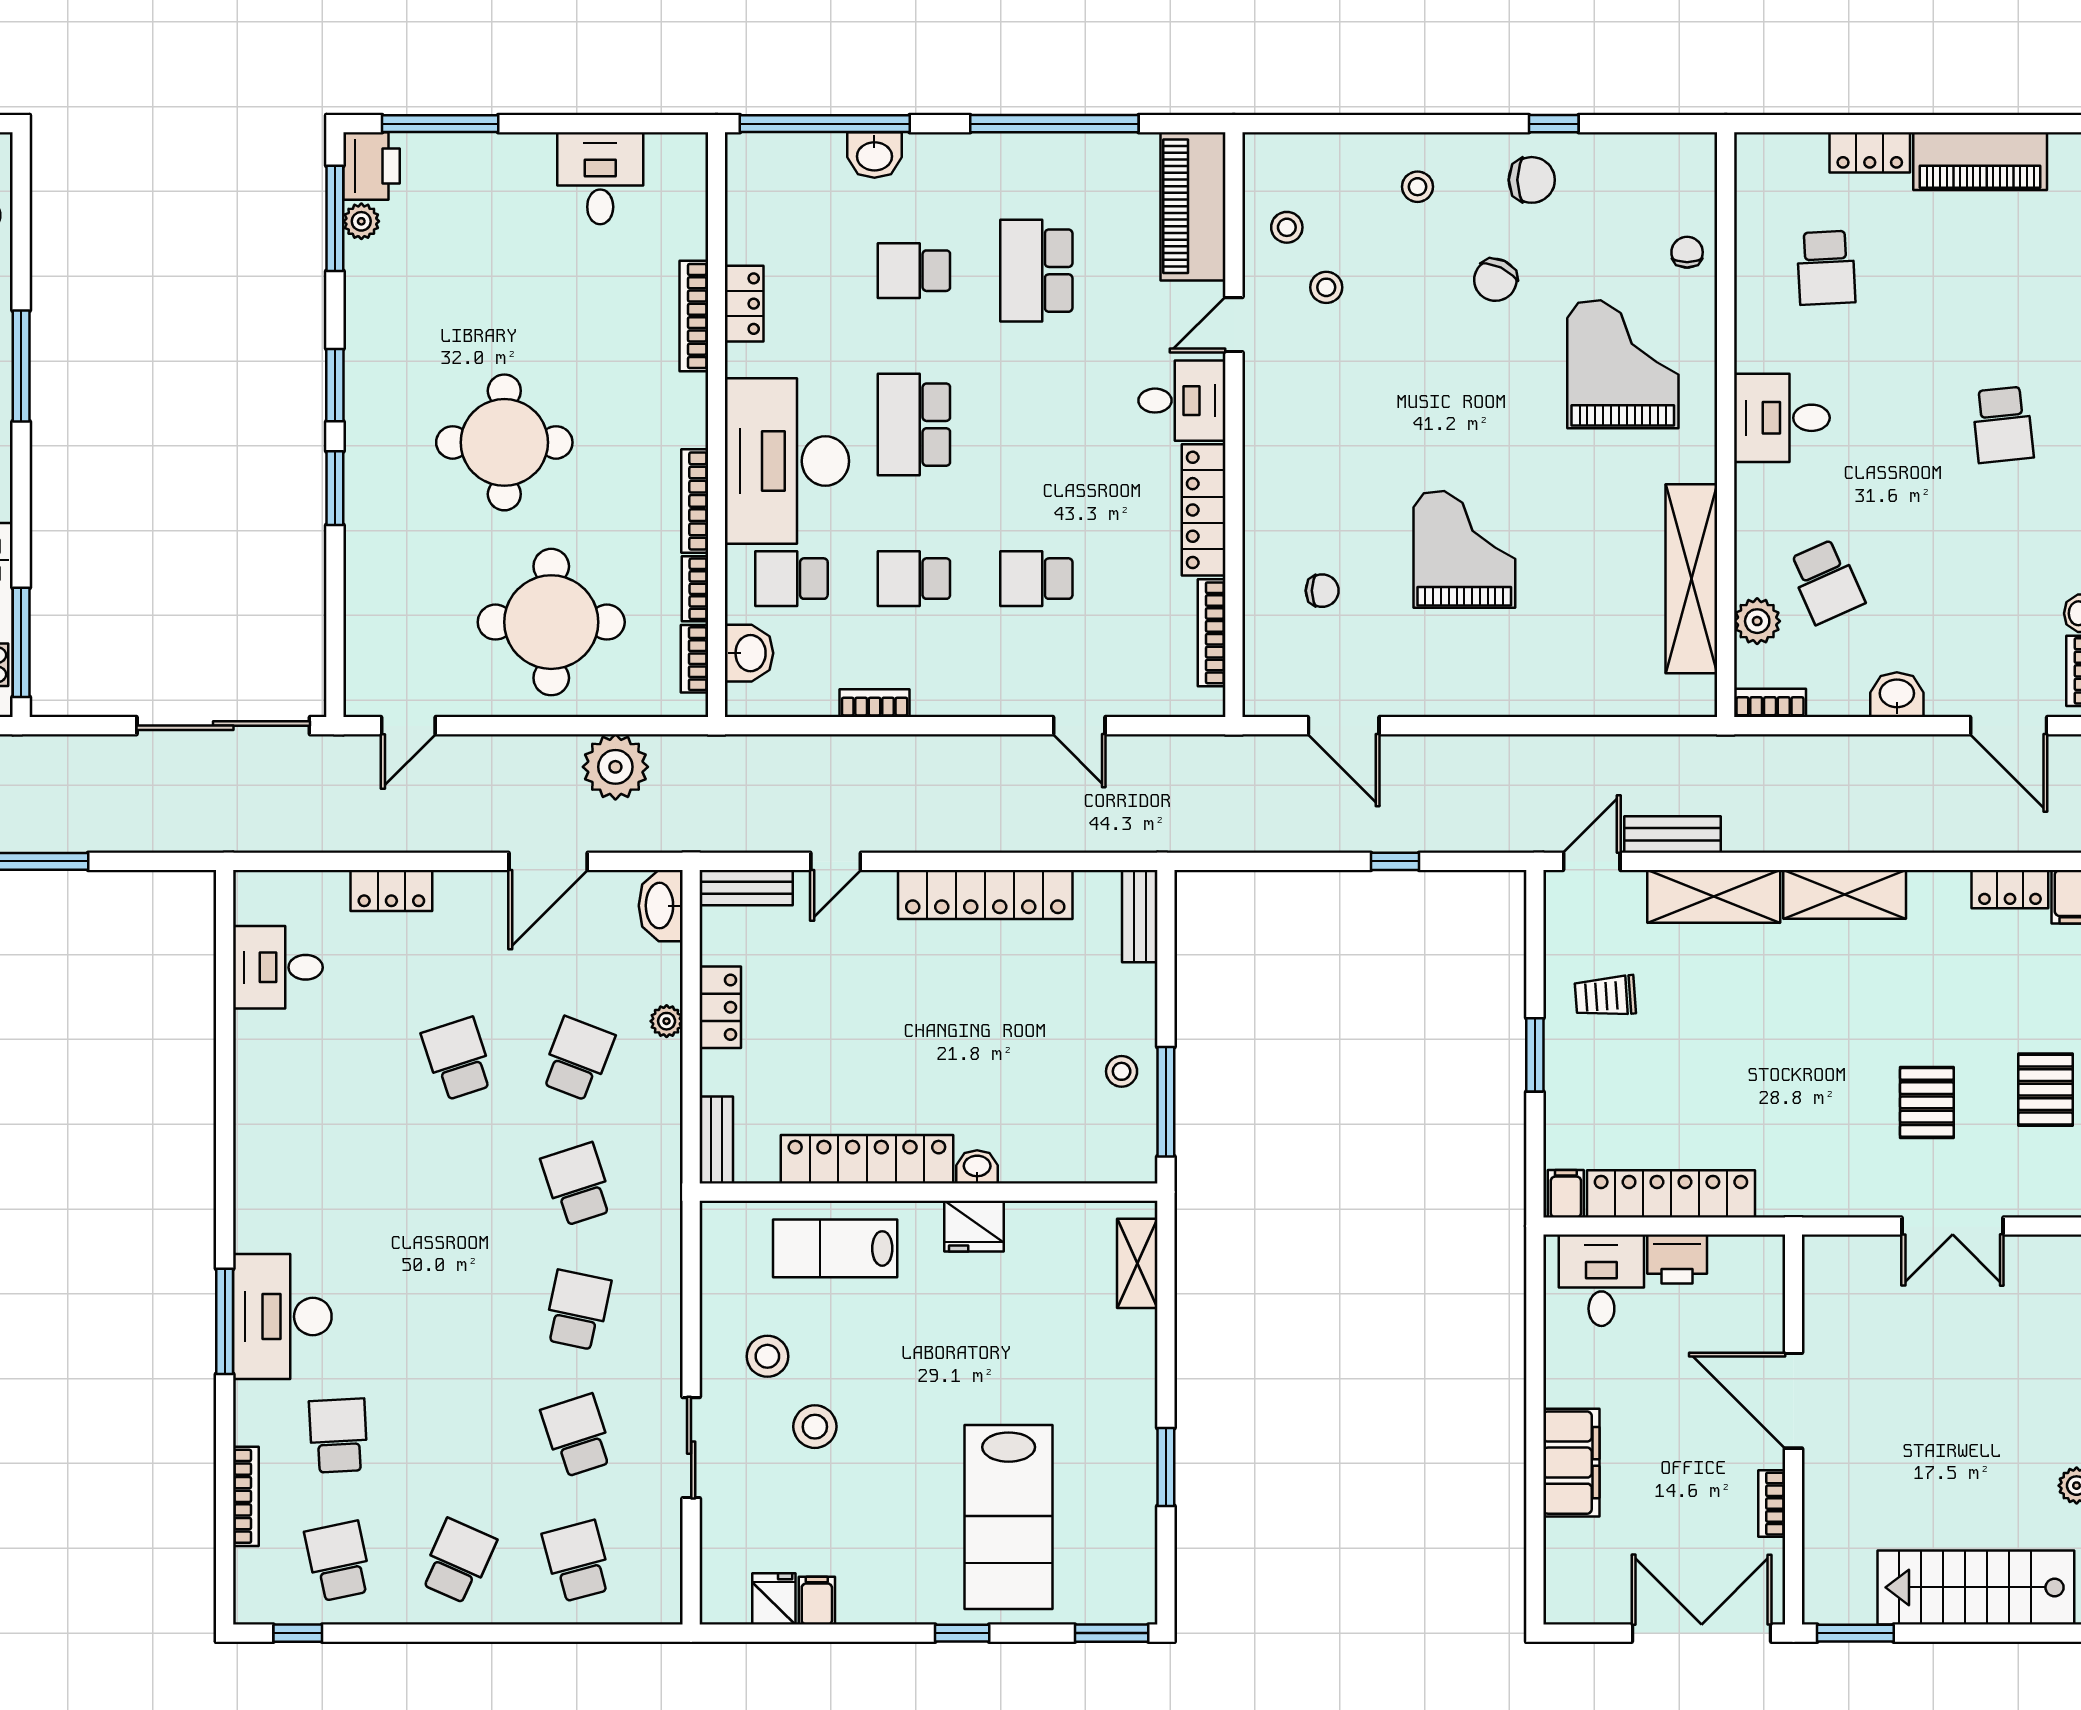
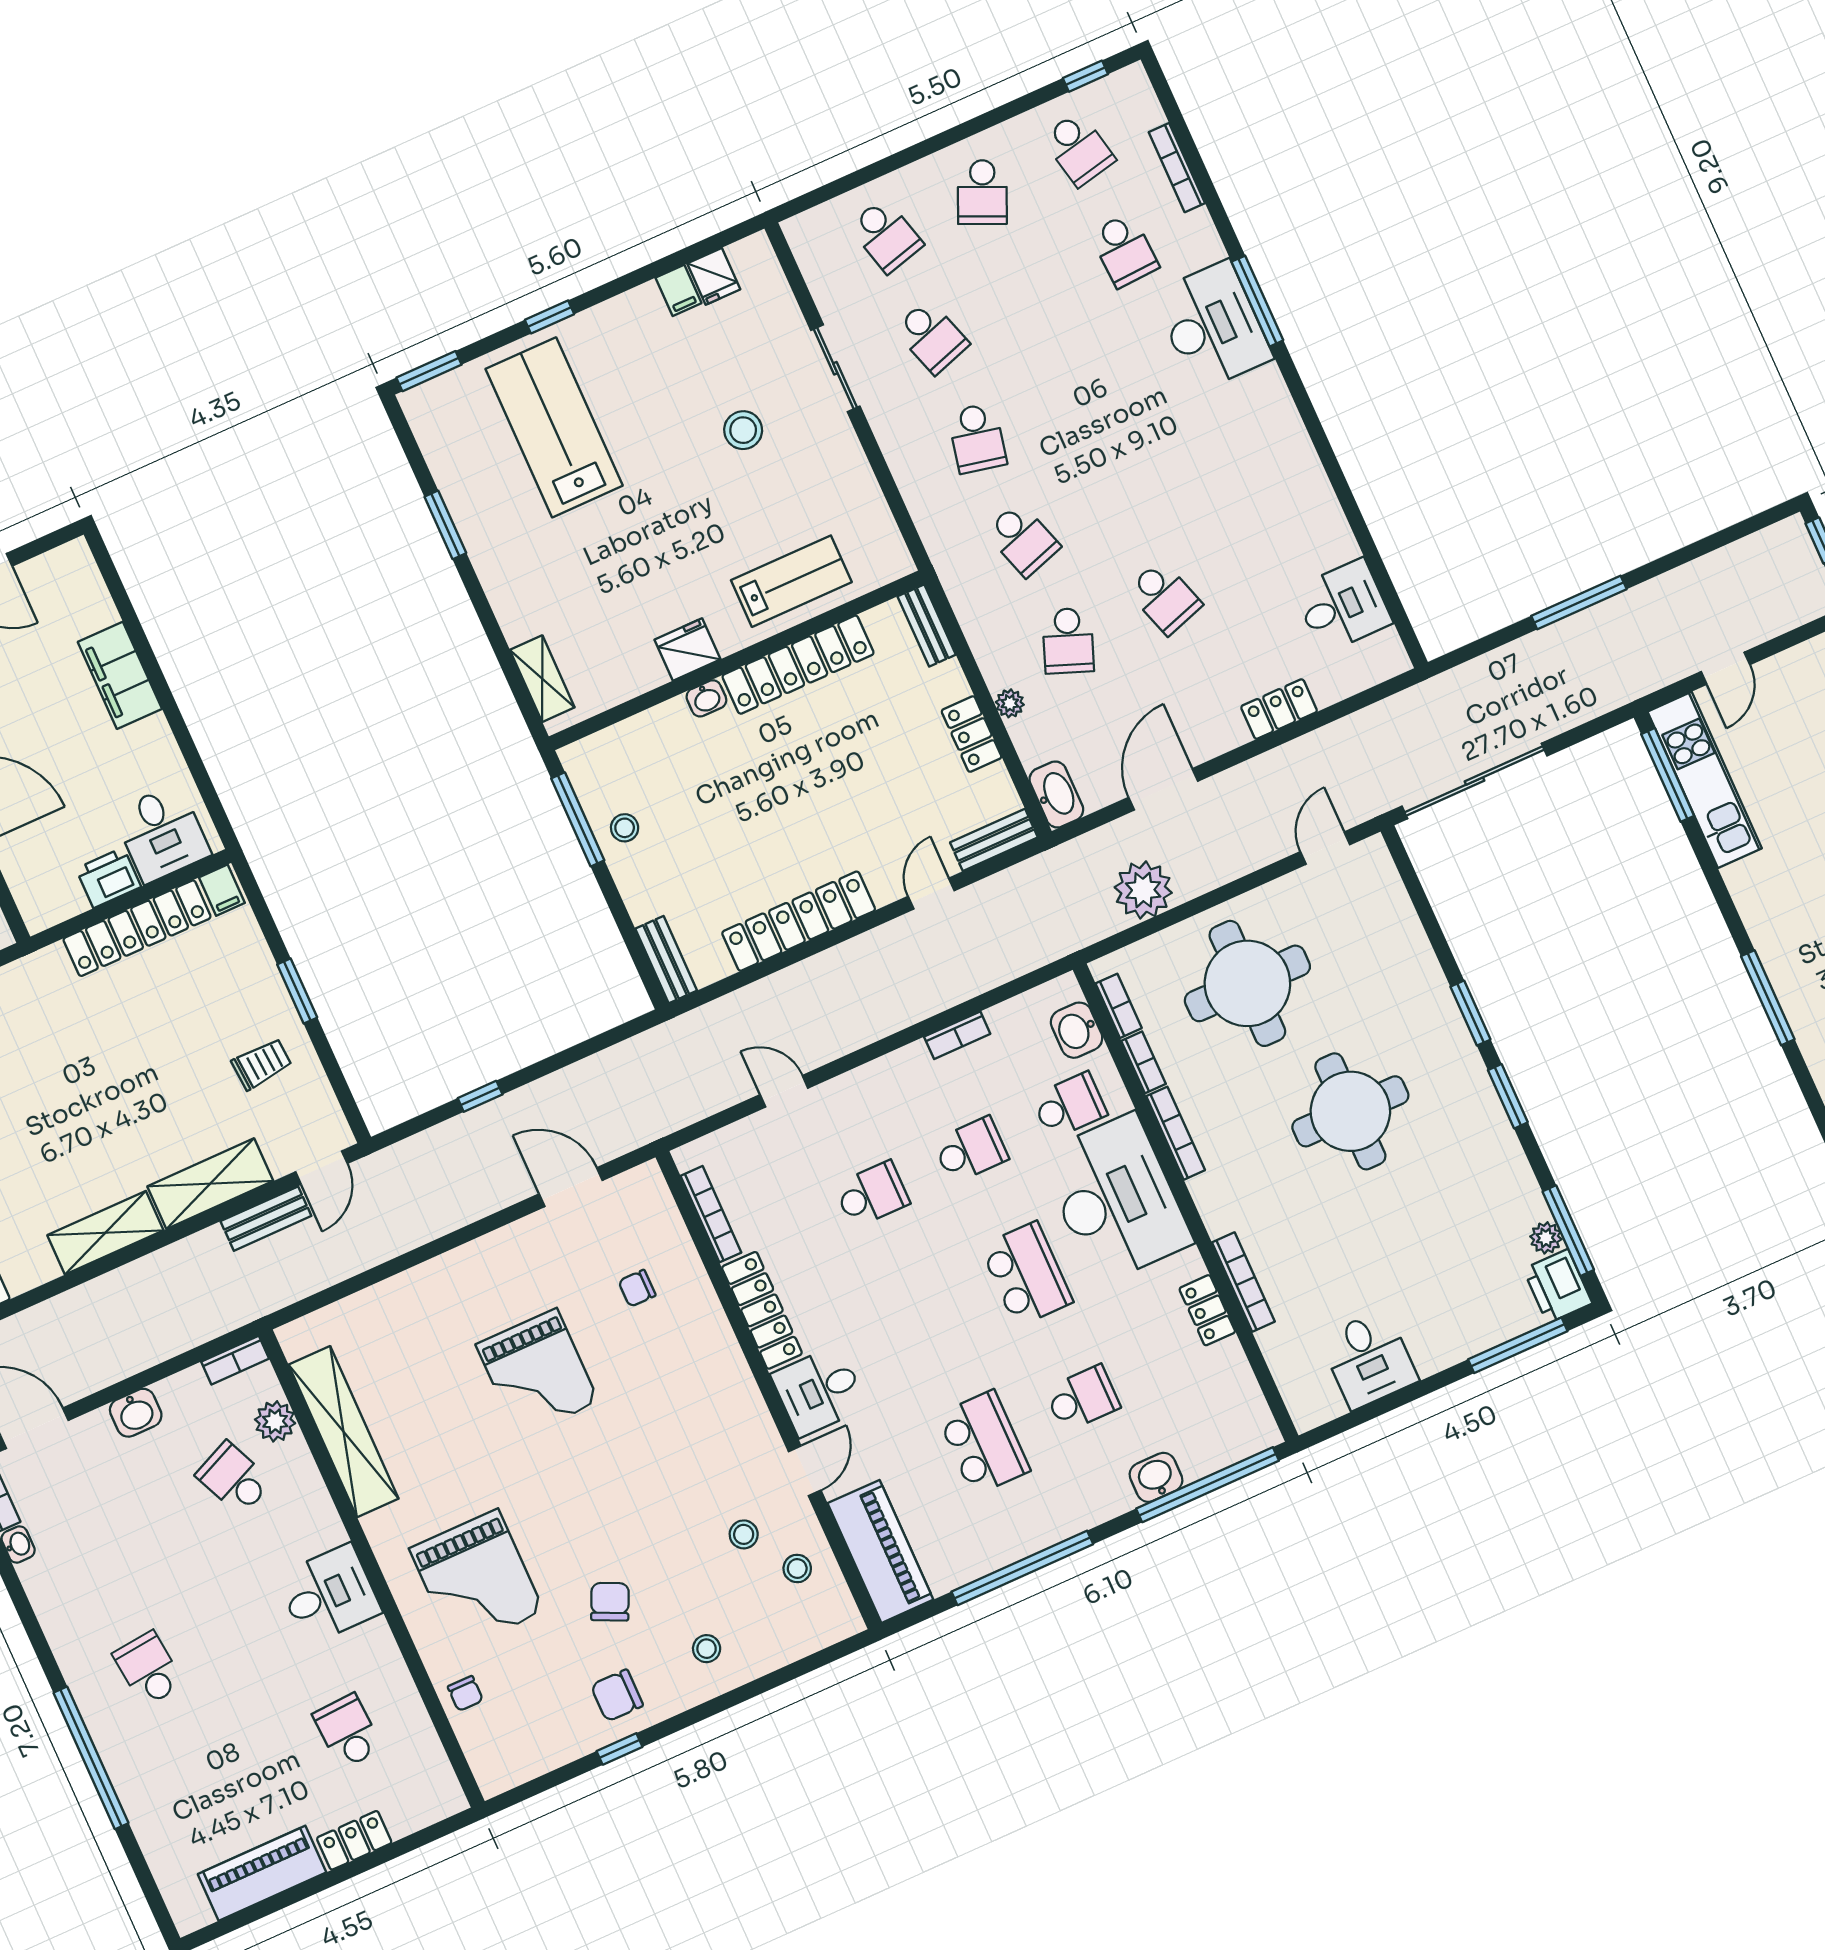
stool: (767, 1356) -> (807, 470), removed

